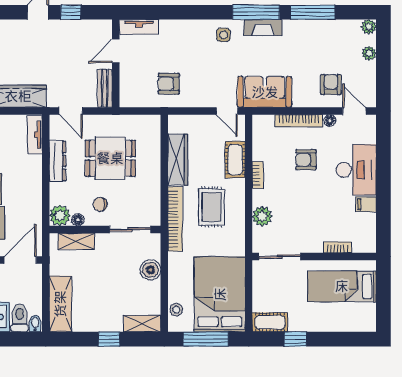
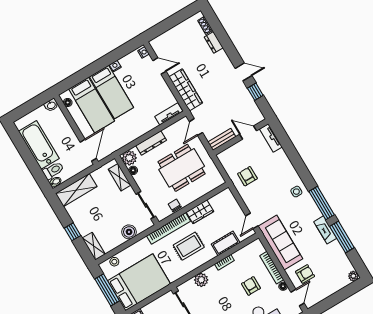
fireplace: (263, 27) -> (325, 230), moved
plant: (369, 53) -> (337, 286), removed
sofa: (265, 92) -> (280, 243), width x1.36
dining table: (110, 158) -> (182, 168), width x1.38
wardrobe: (178, 159) -> (200, 212), width x0.67
dresser: (57, 161) -> (151, 143), moved
chair: (100, 204) -> (175, 206), moved
door: (20, 260) -> (88, 150), hinge flipped

